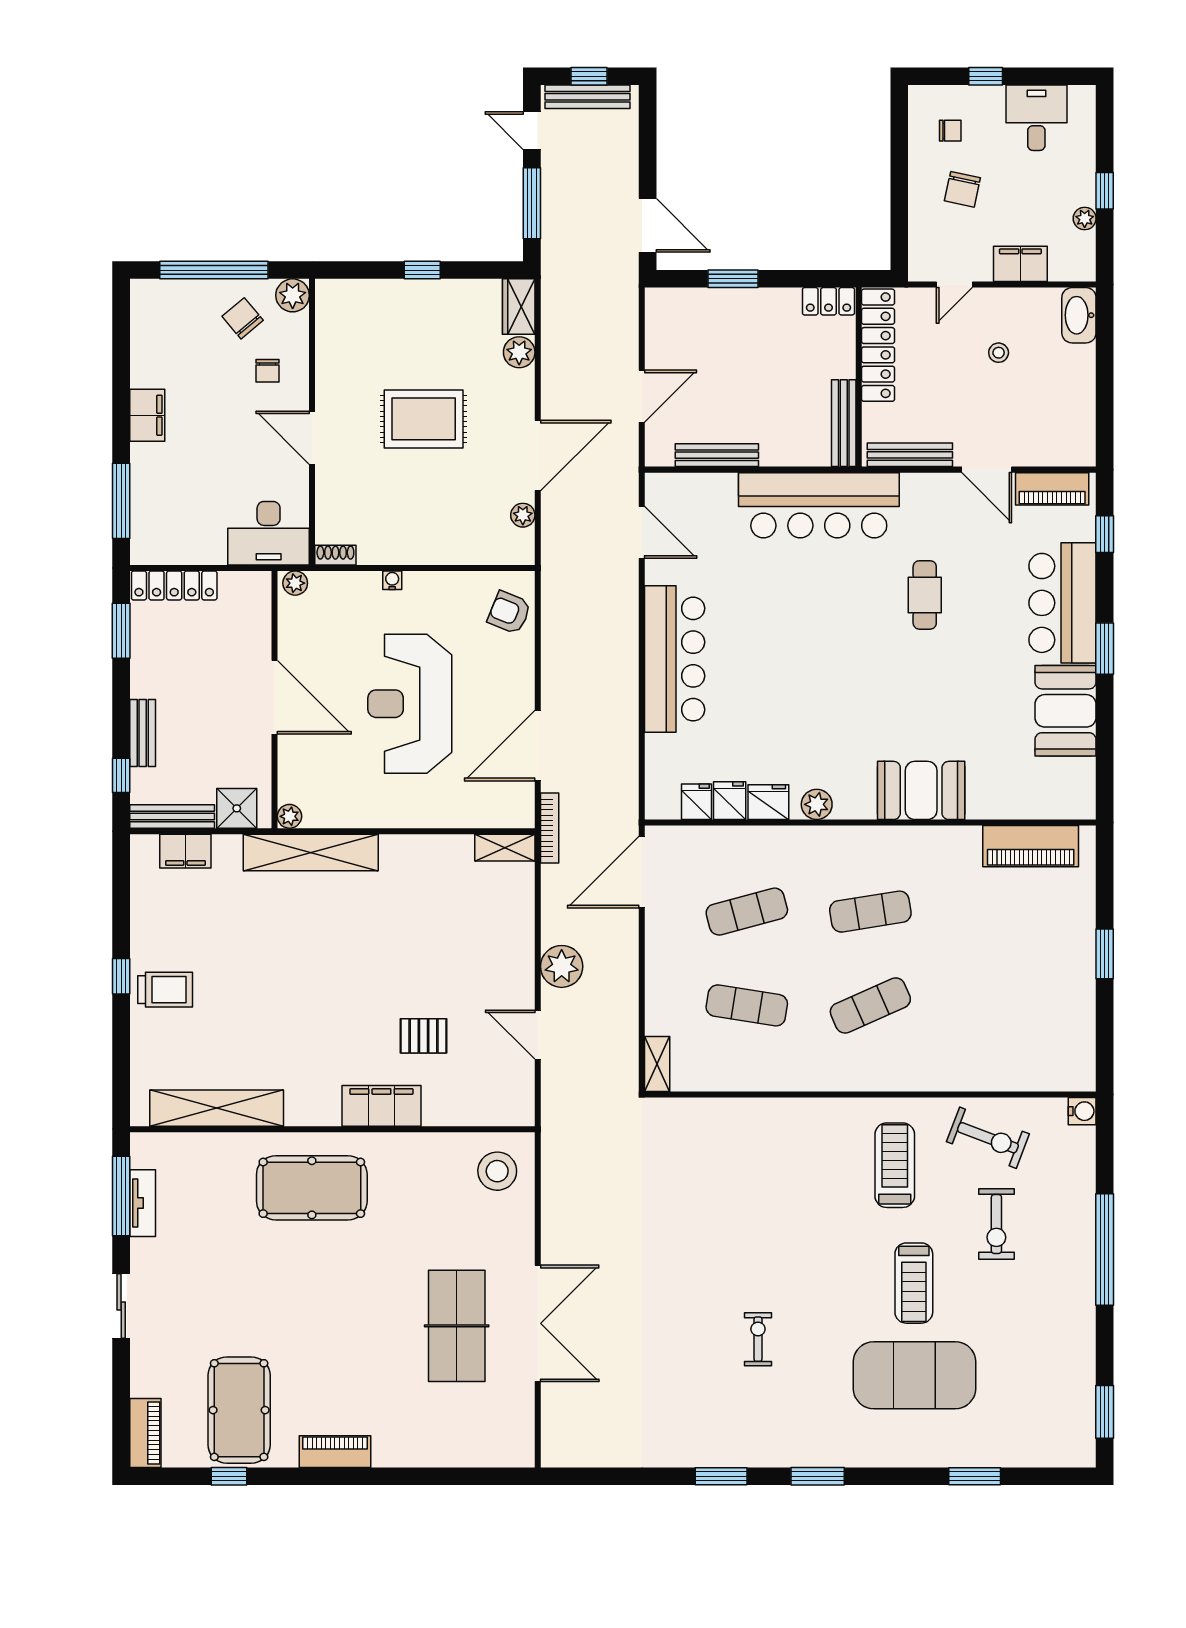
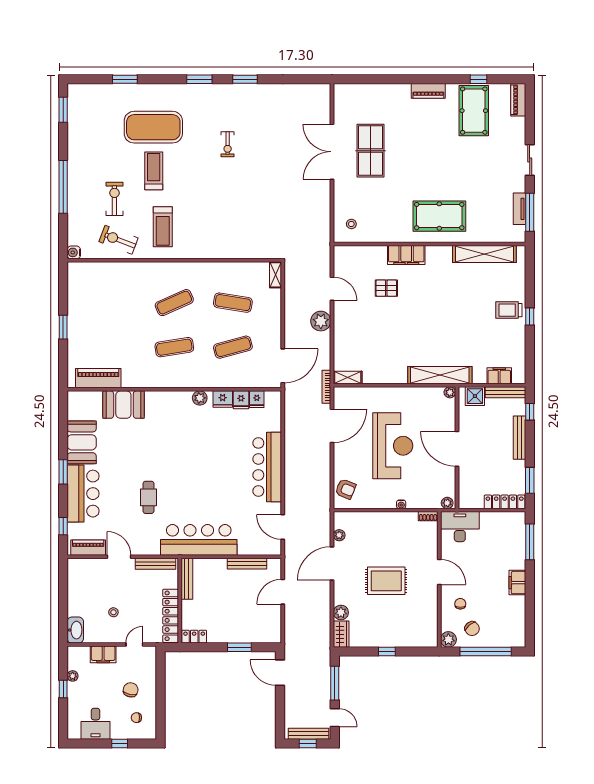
bench: (143, 733) -> (520, 438), width x1.36
booth: (921, 790) -> (123, 405), moved
stool: (497, 1171) -> (351, 224), width x0.53, depth x0.53

